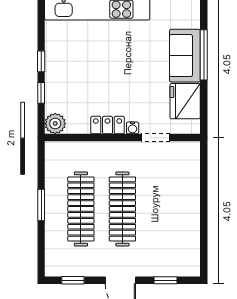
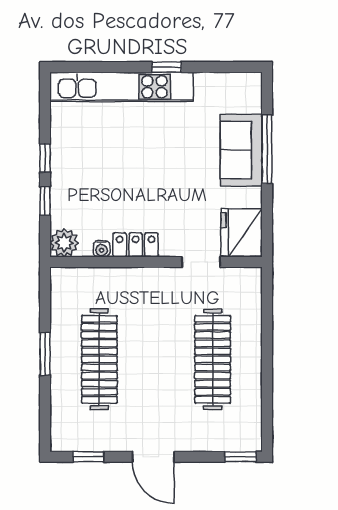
fridge: (185, 101) -> (242, 233), moved
water cooler: (133, 128) -> (102, 249), moved
clothes rail: (122, 209) -> (213, 359), moved
window: (166, 280) -> (240, 457), moved

